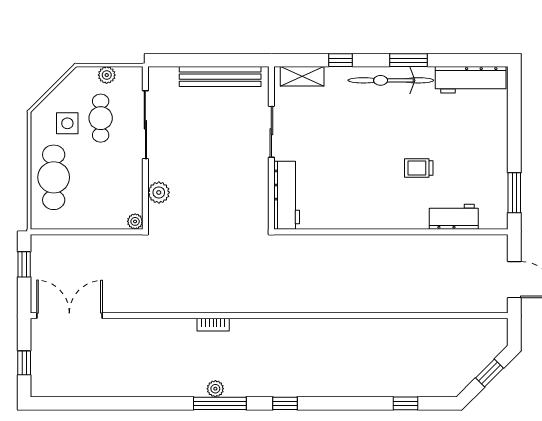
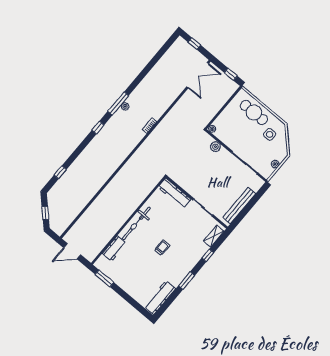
bicycle: (391, 80) -> (136, 223), moved, turned 180
cafe table: (101, 118) -> (261, 148), removed
trolley: (419, 168) -> (162, 248), moved

